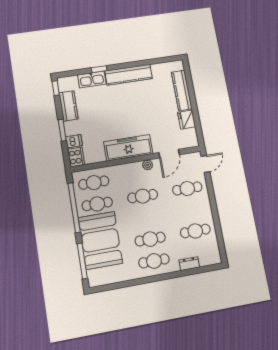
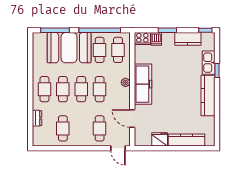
plant: (148, 165) -> (125, 82), moved
cafe table: (146, 217) -> (81, 89), added

